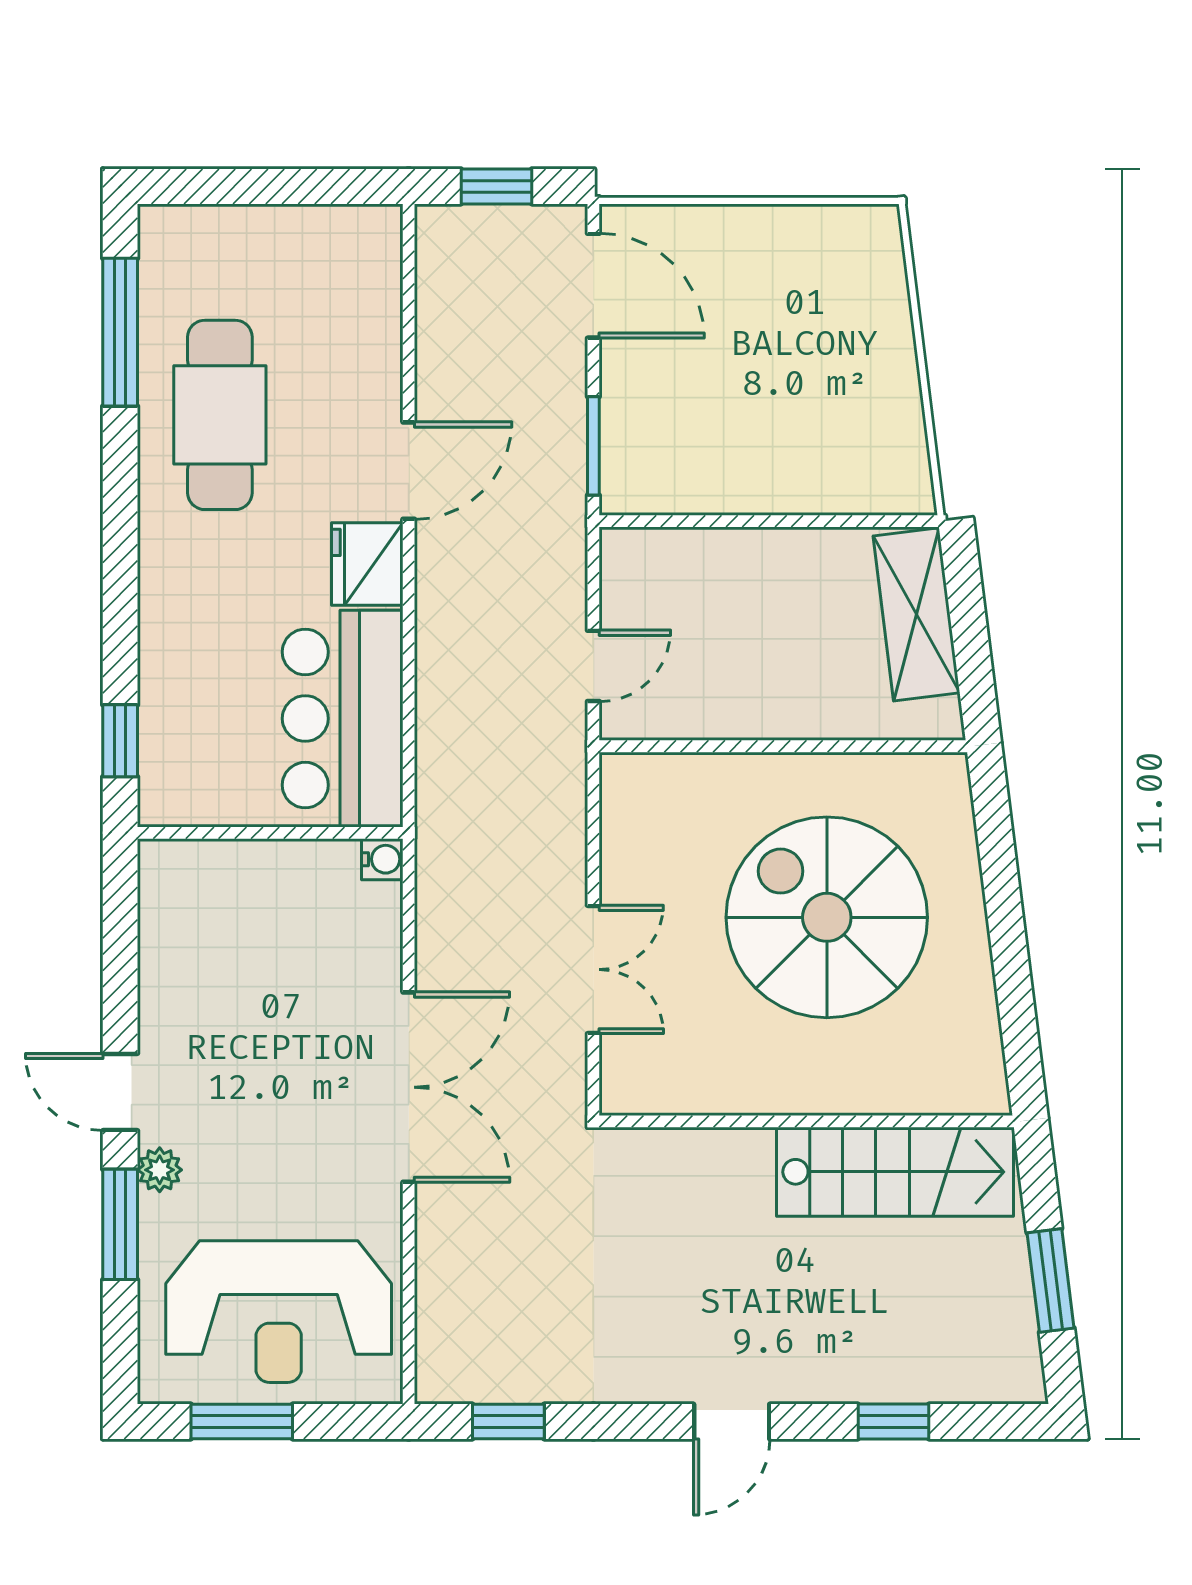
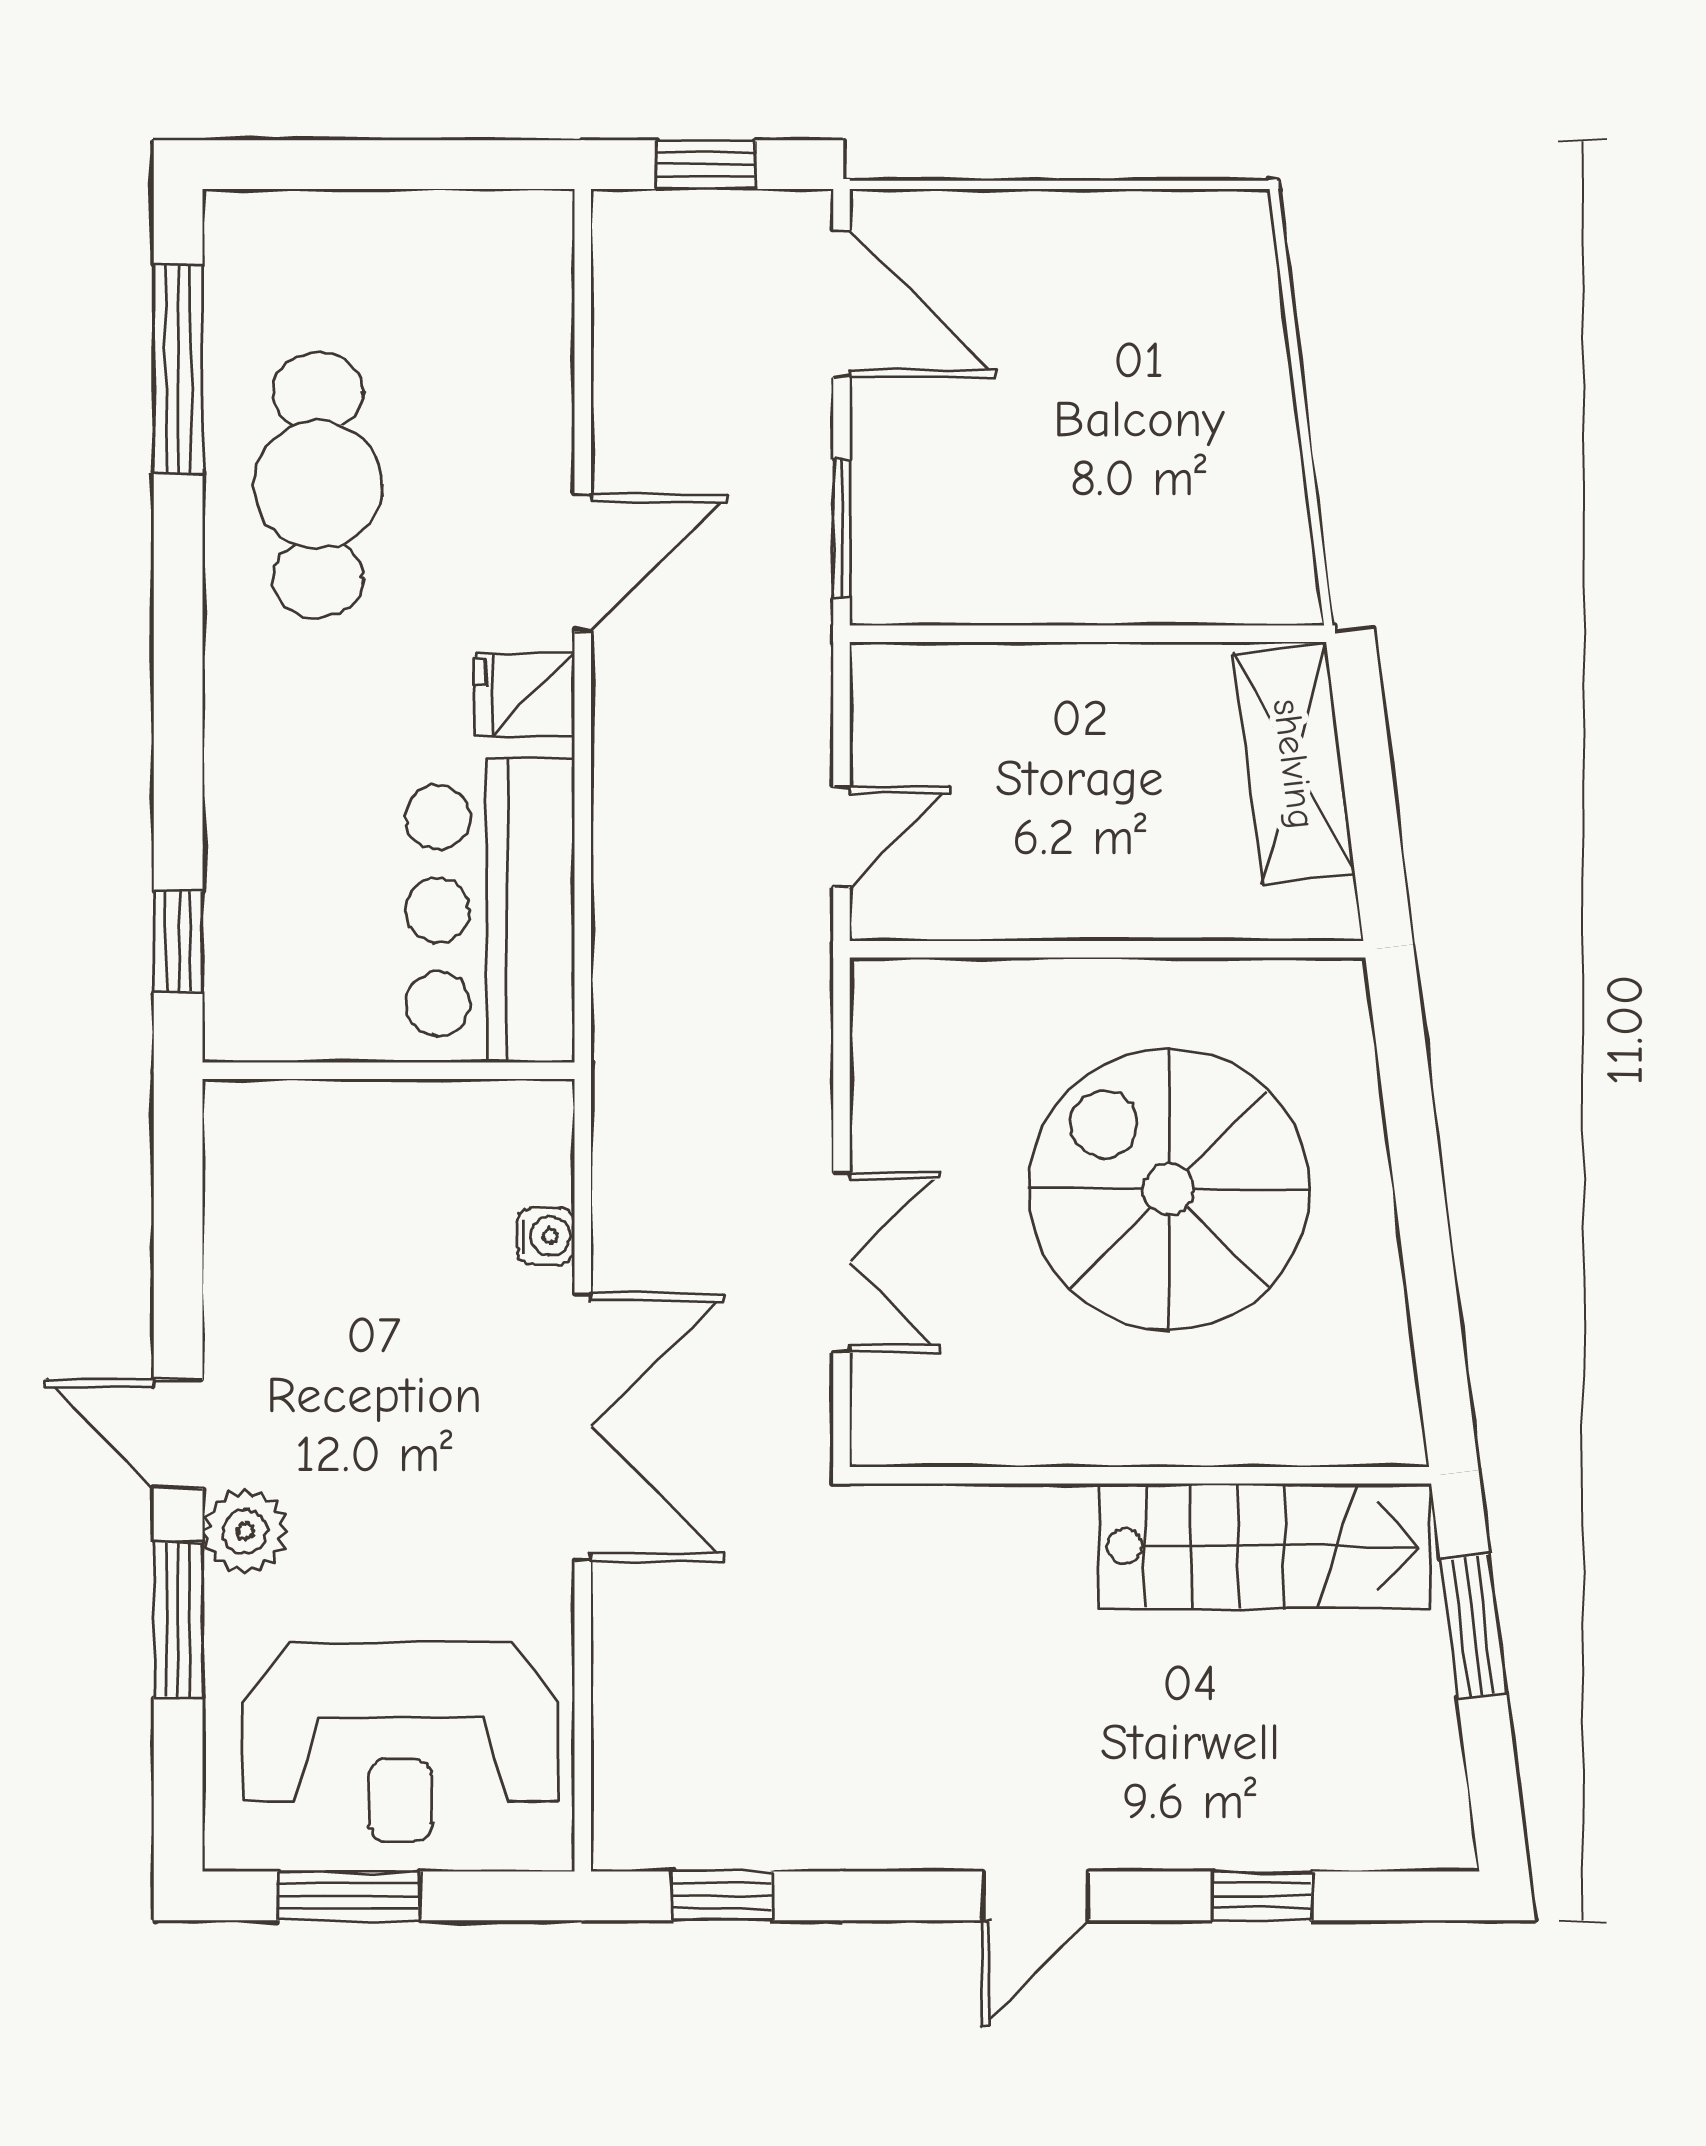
fridge: (367, 564) -> (525, 694), width x0.72
water cooler: (382, 859) -> (546, 1236), moved
plant: (160, 1170) -> (245, 1531), width x1.38, depth x1.38
window: (1051, 1281) -> (1473, 1626), moved

